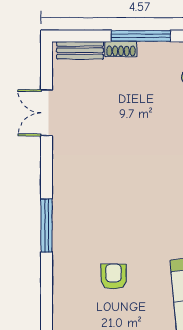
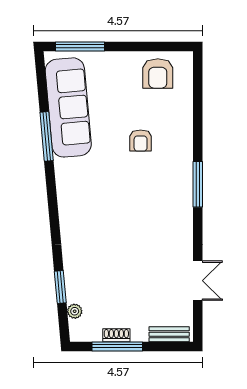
shoe rack: (121, 49) -> (116, 335), moved

